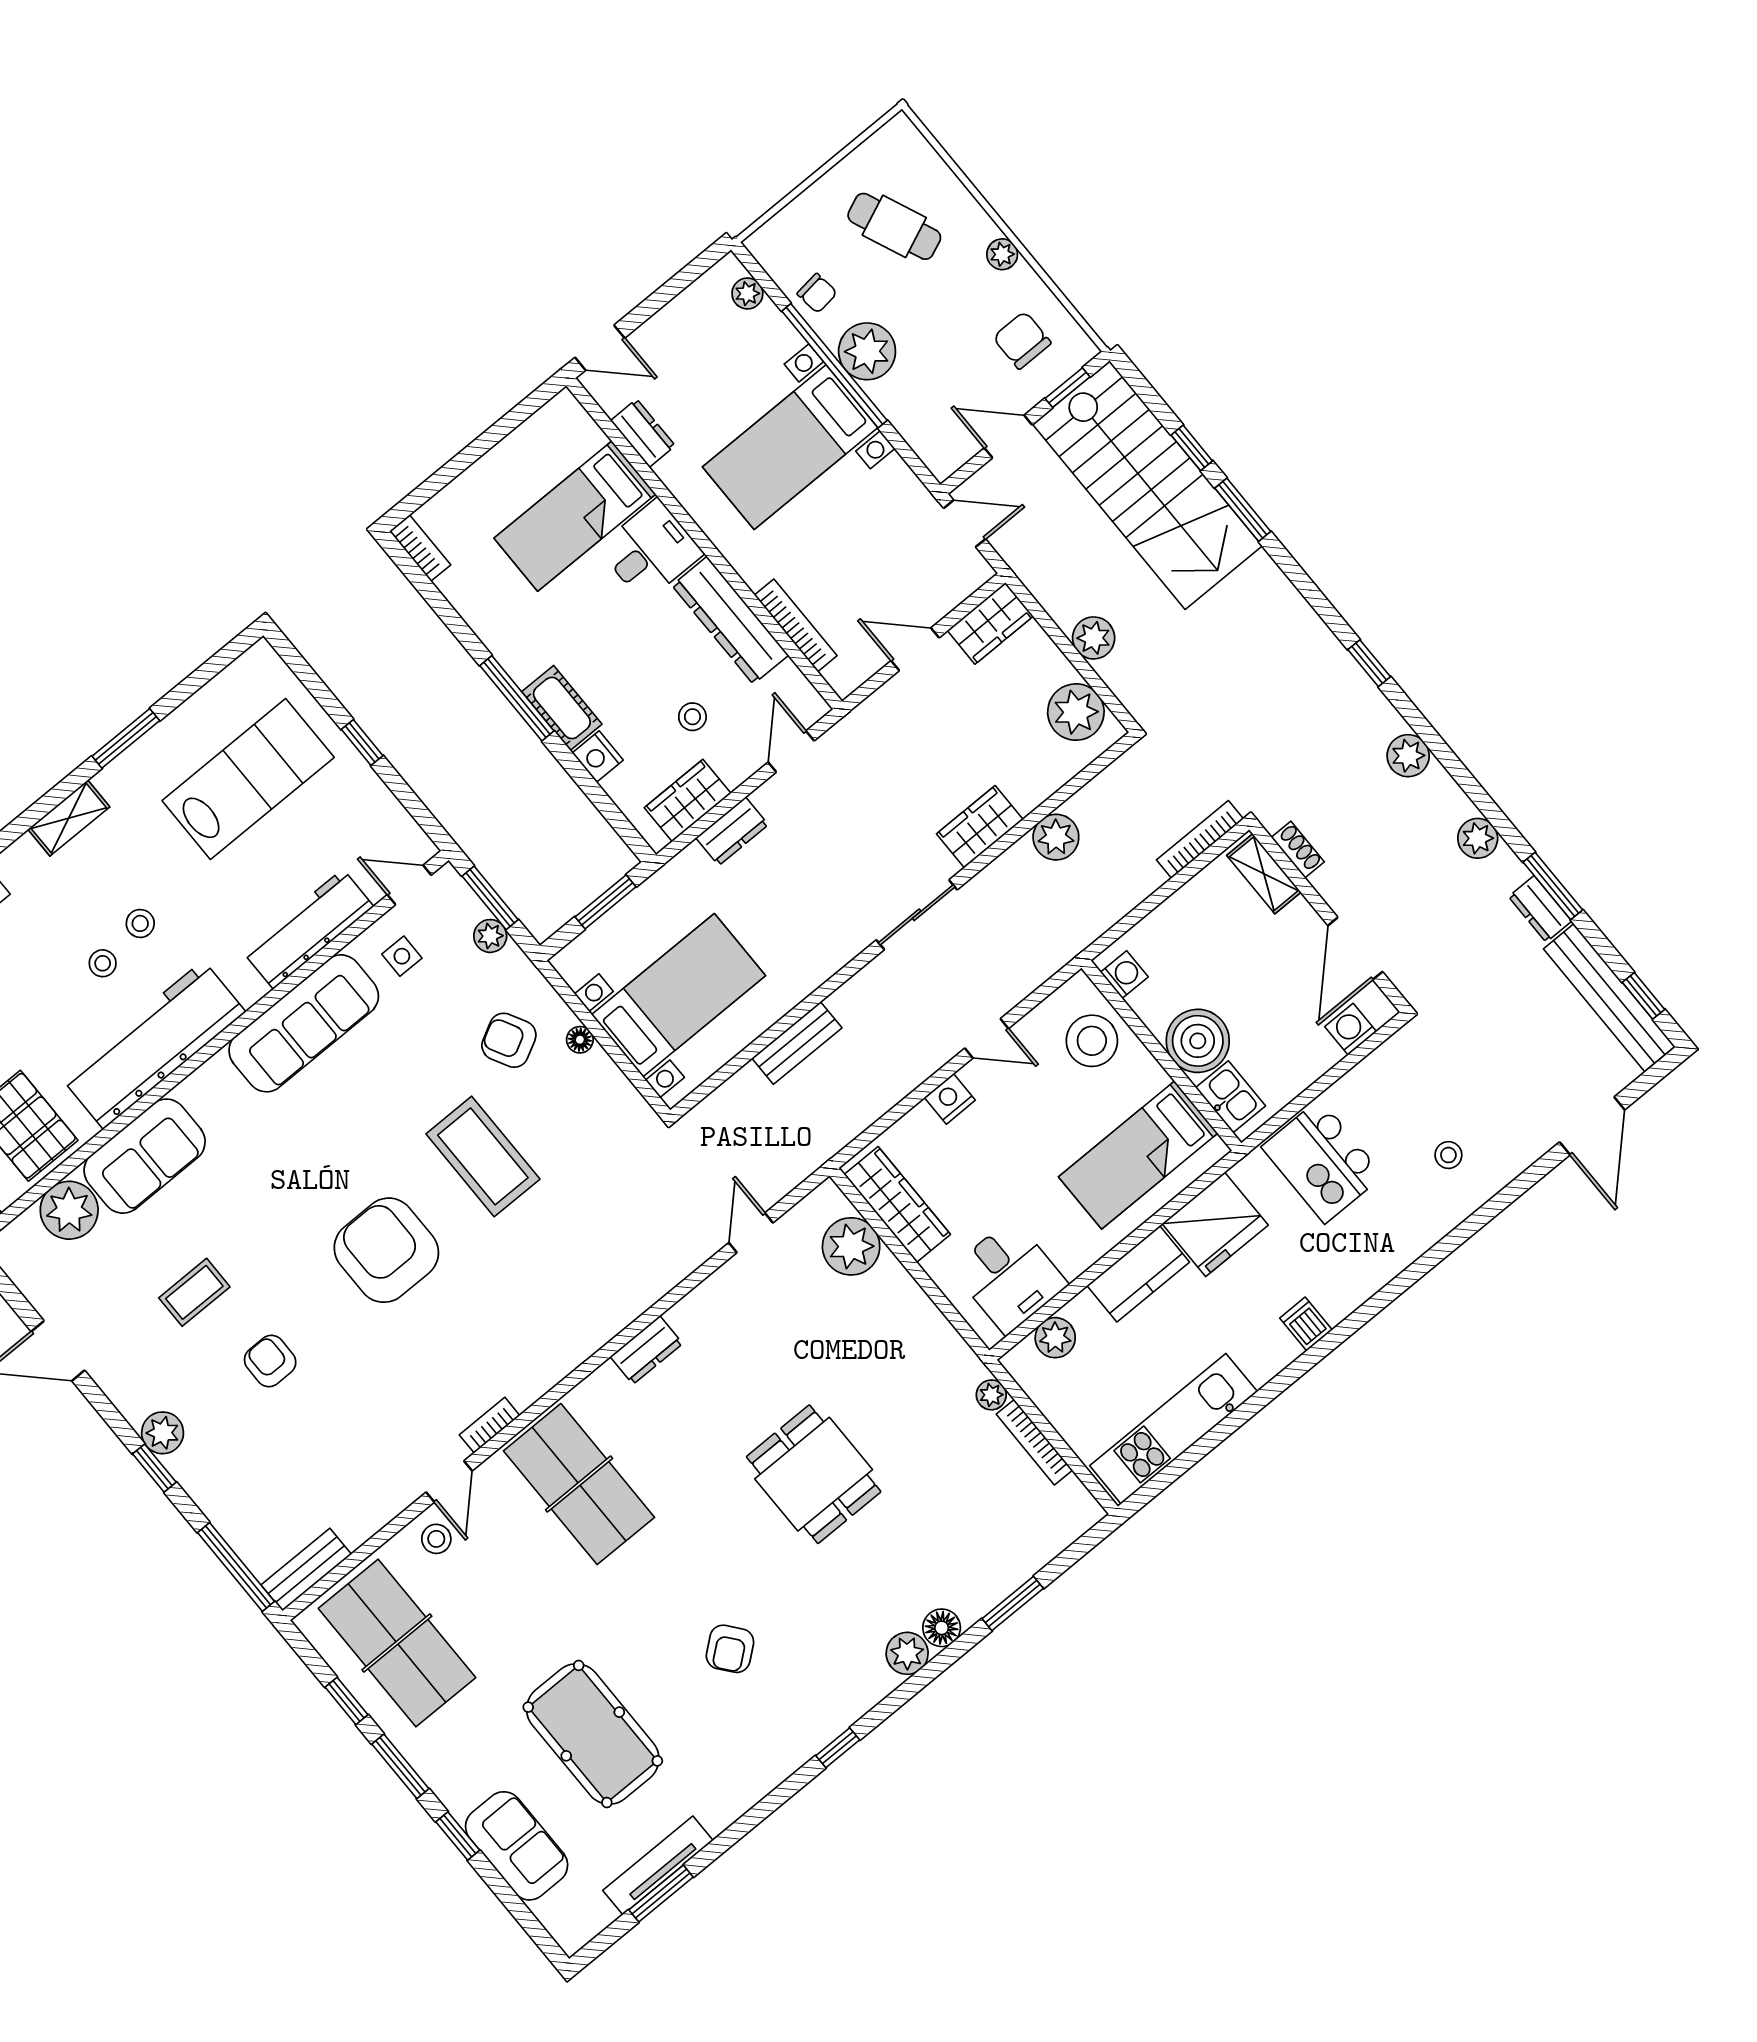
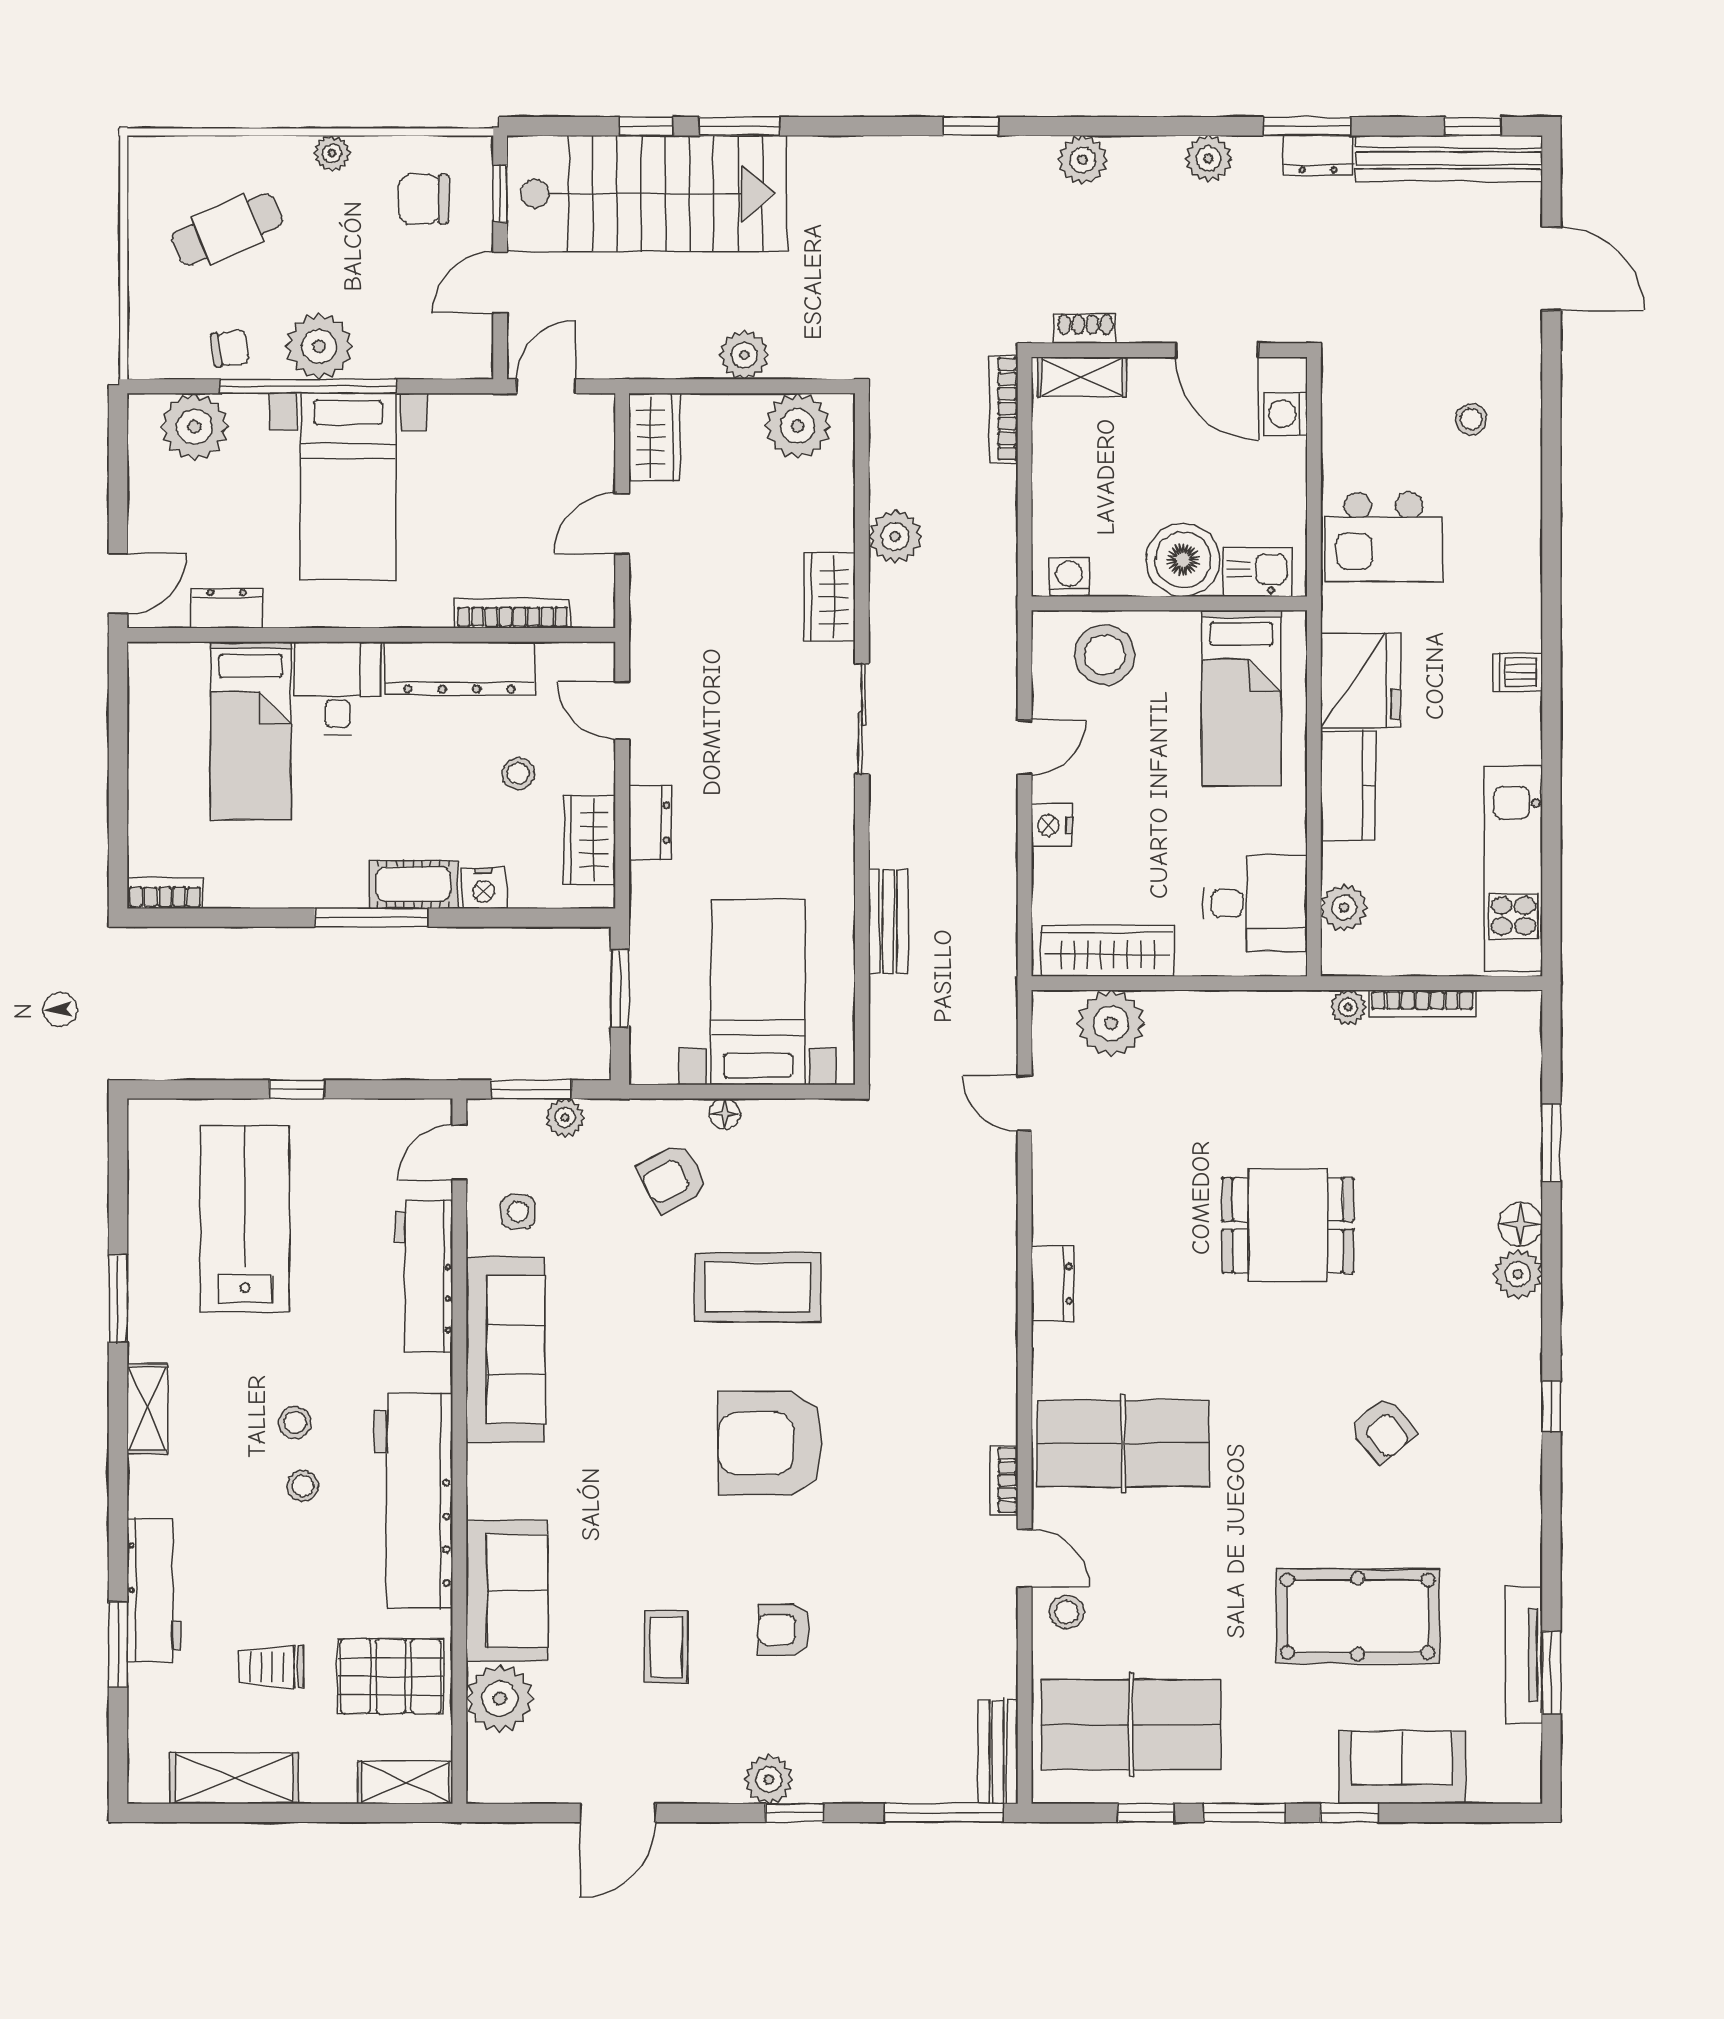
plant: (747, 293) -> (194, 427), width x1.87, depth x1.87

